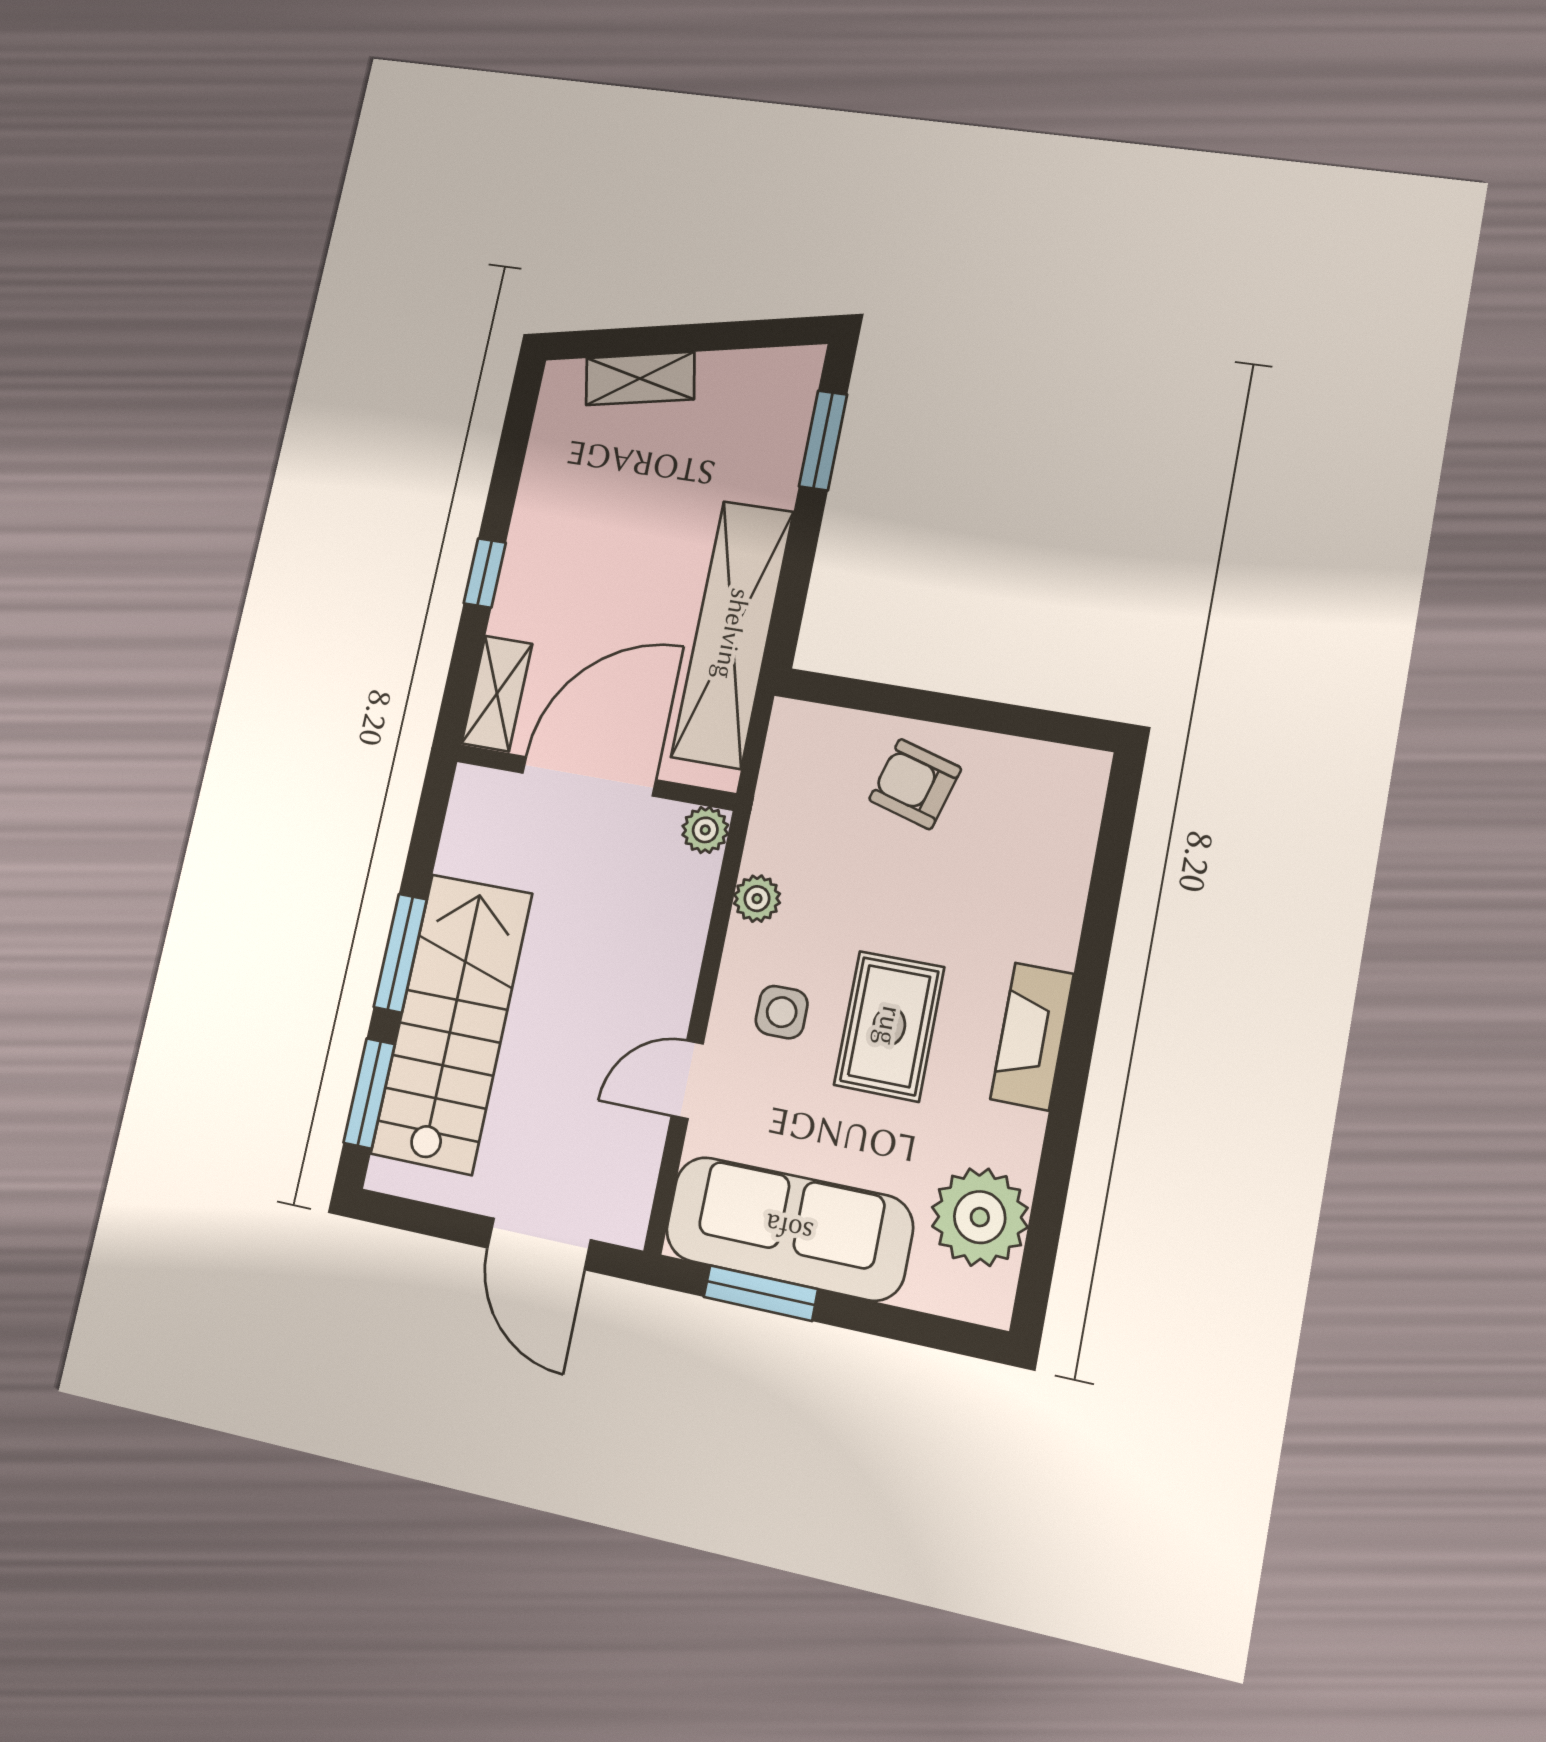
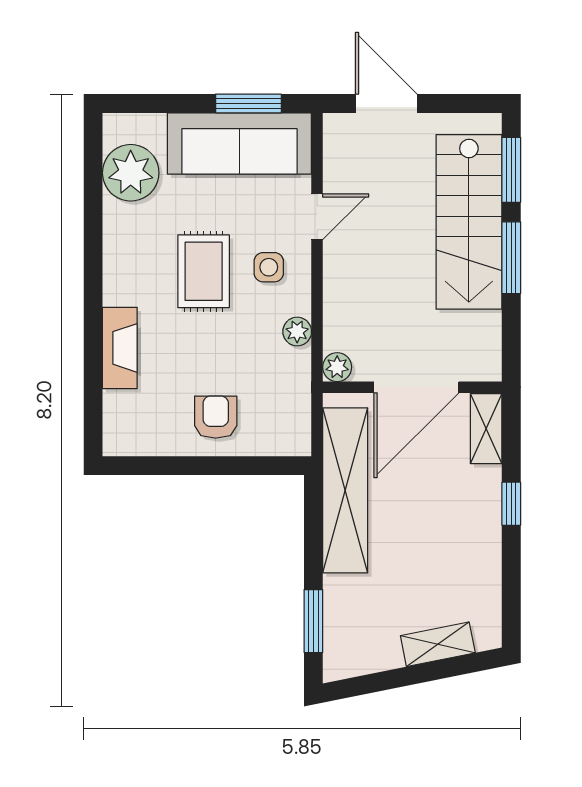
armchair: (915, 784) -> (216, 417), turned -106
fireplace: (1032, 1036) -> (120, 348), moved

